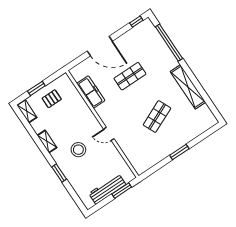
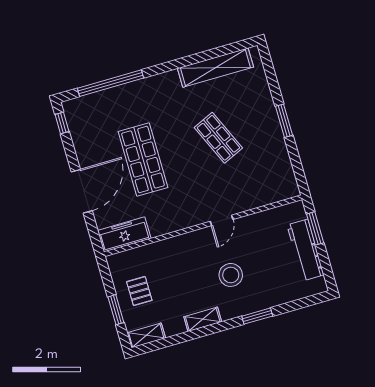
shop shelf: (130, 76) -> (143, 160), width x1.43, depth x1.36
shelving: (188, 87) -> (215, 68), moved
freezer: (91, 92) -> (124, 234), moved

